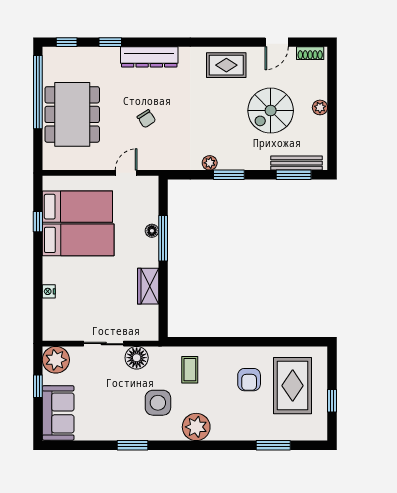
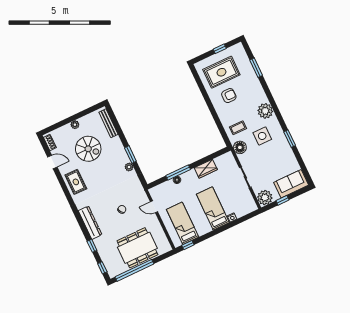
window: (294, 175) -> (115, 122), removed
window: (38, 222) -> (188, 245), moved
bed: (78, 240) -> (213, 208), moved
floor lamp: (137, 358) -> (240, 147), moved

